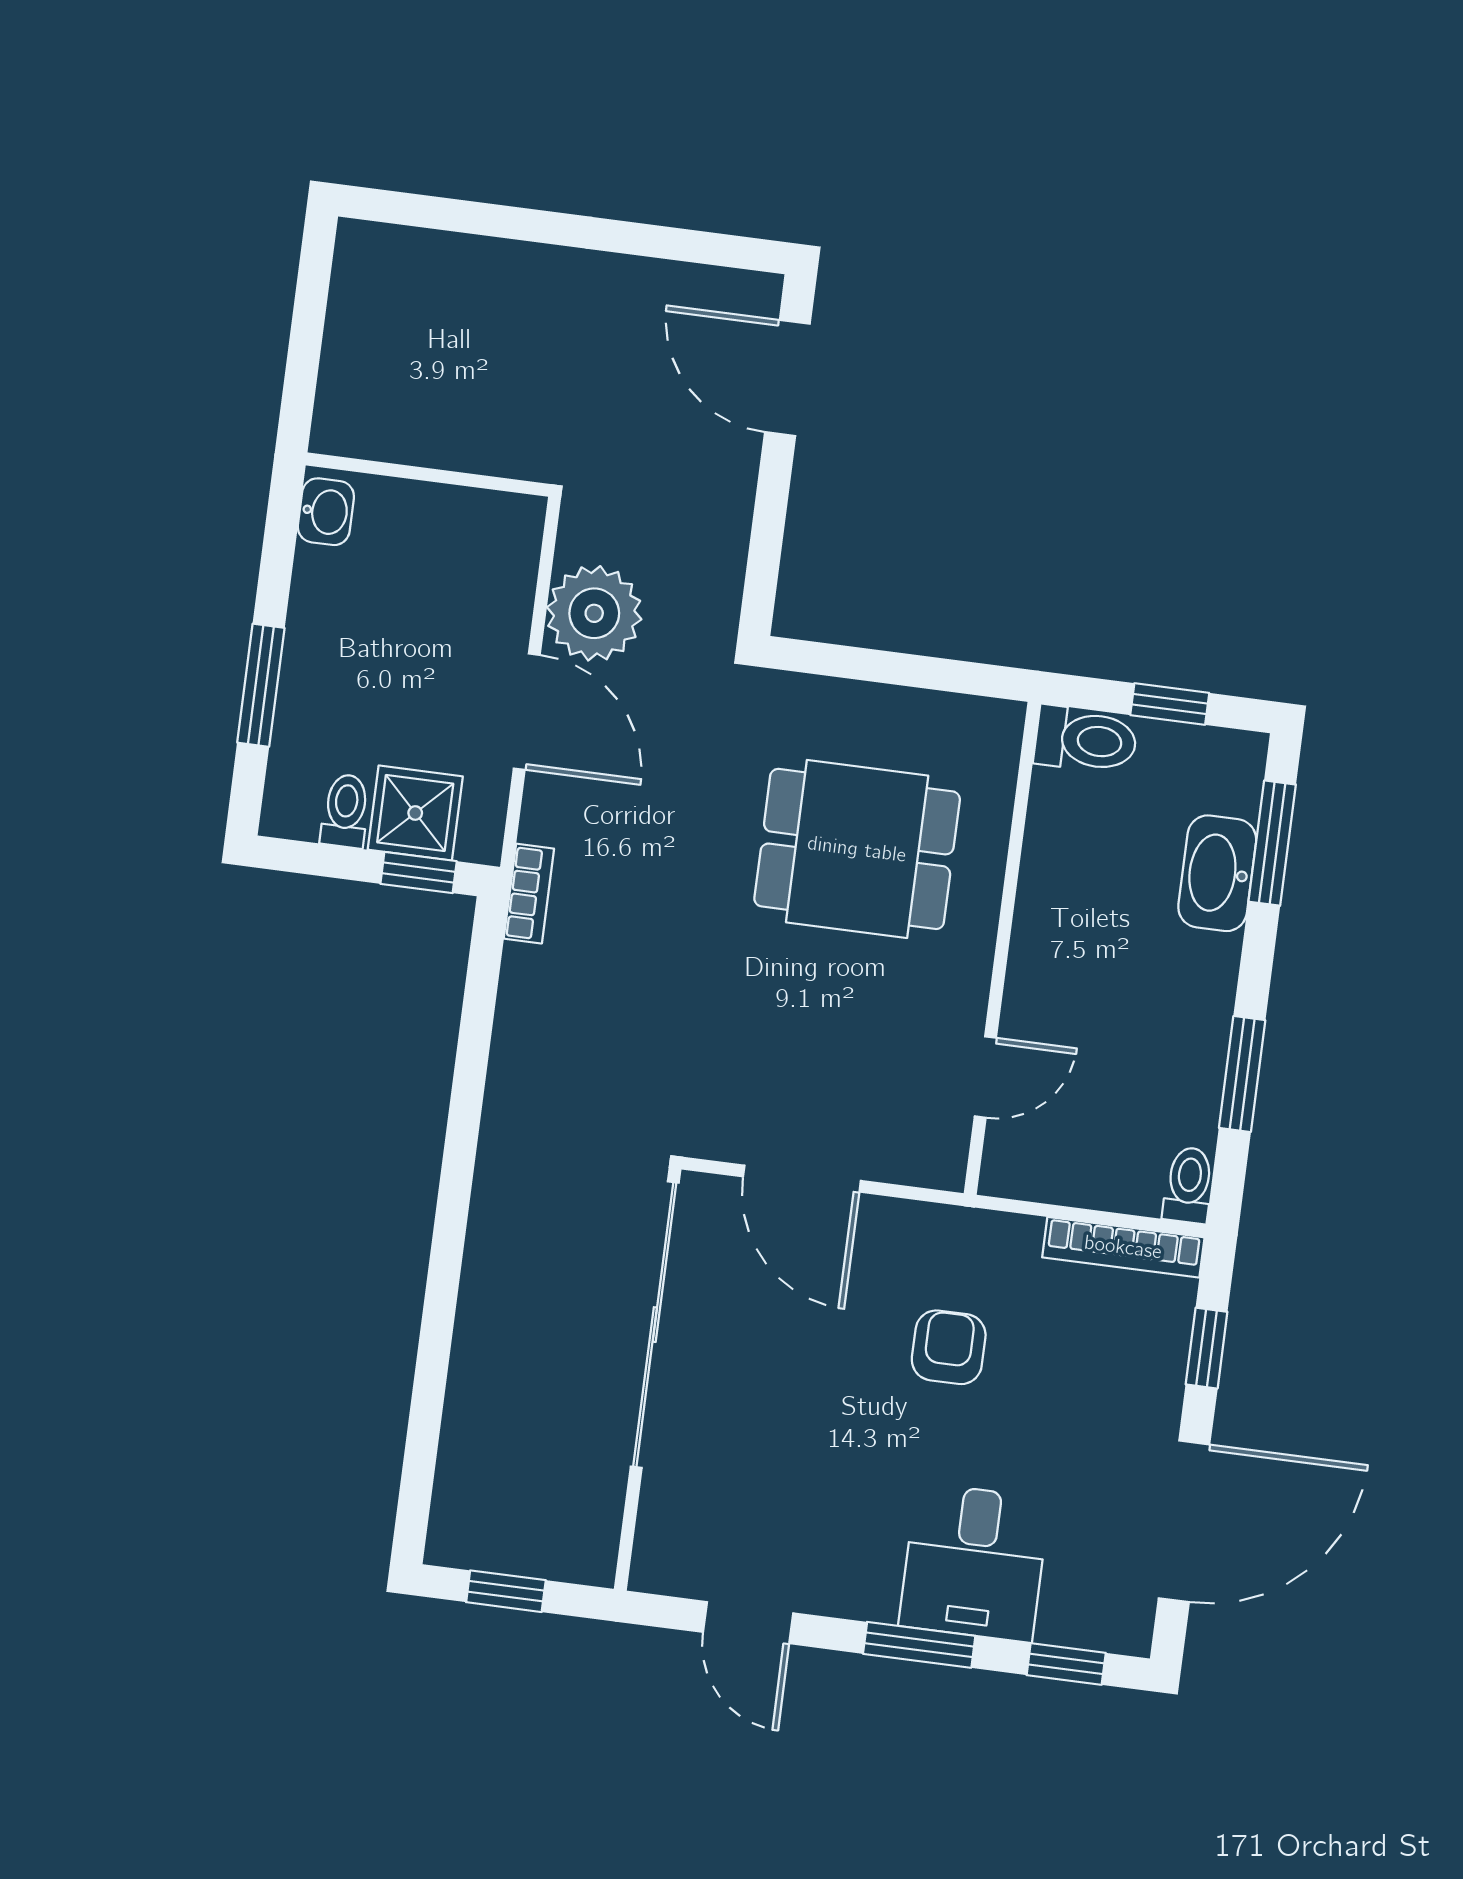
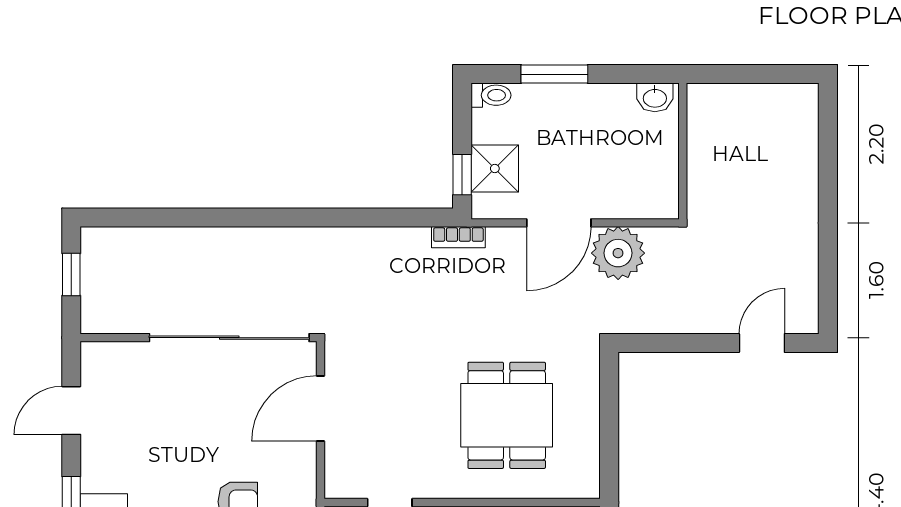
door: (787, 378) -> (762, 343), width x0.73
toilet: (345, 811) -> (491, 95), moved

